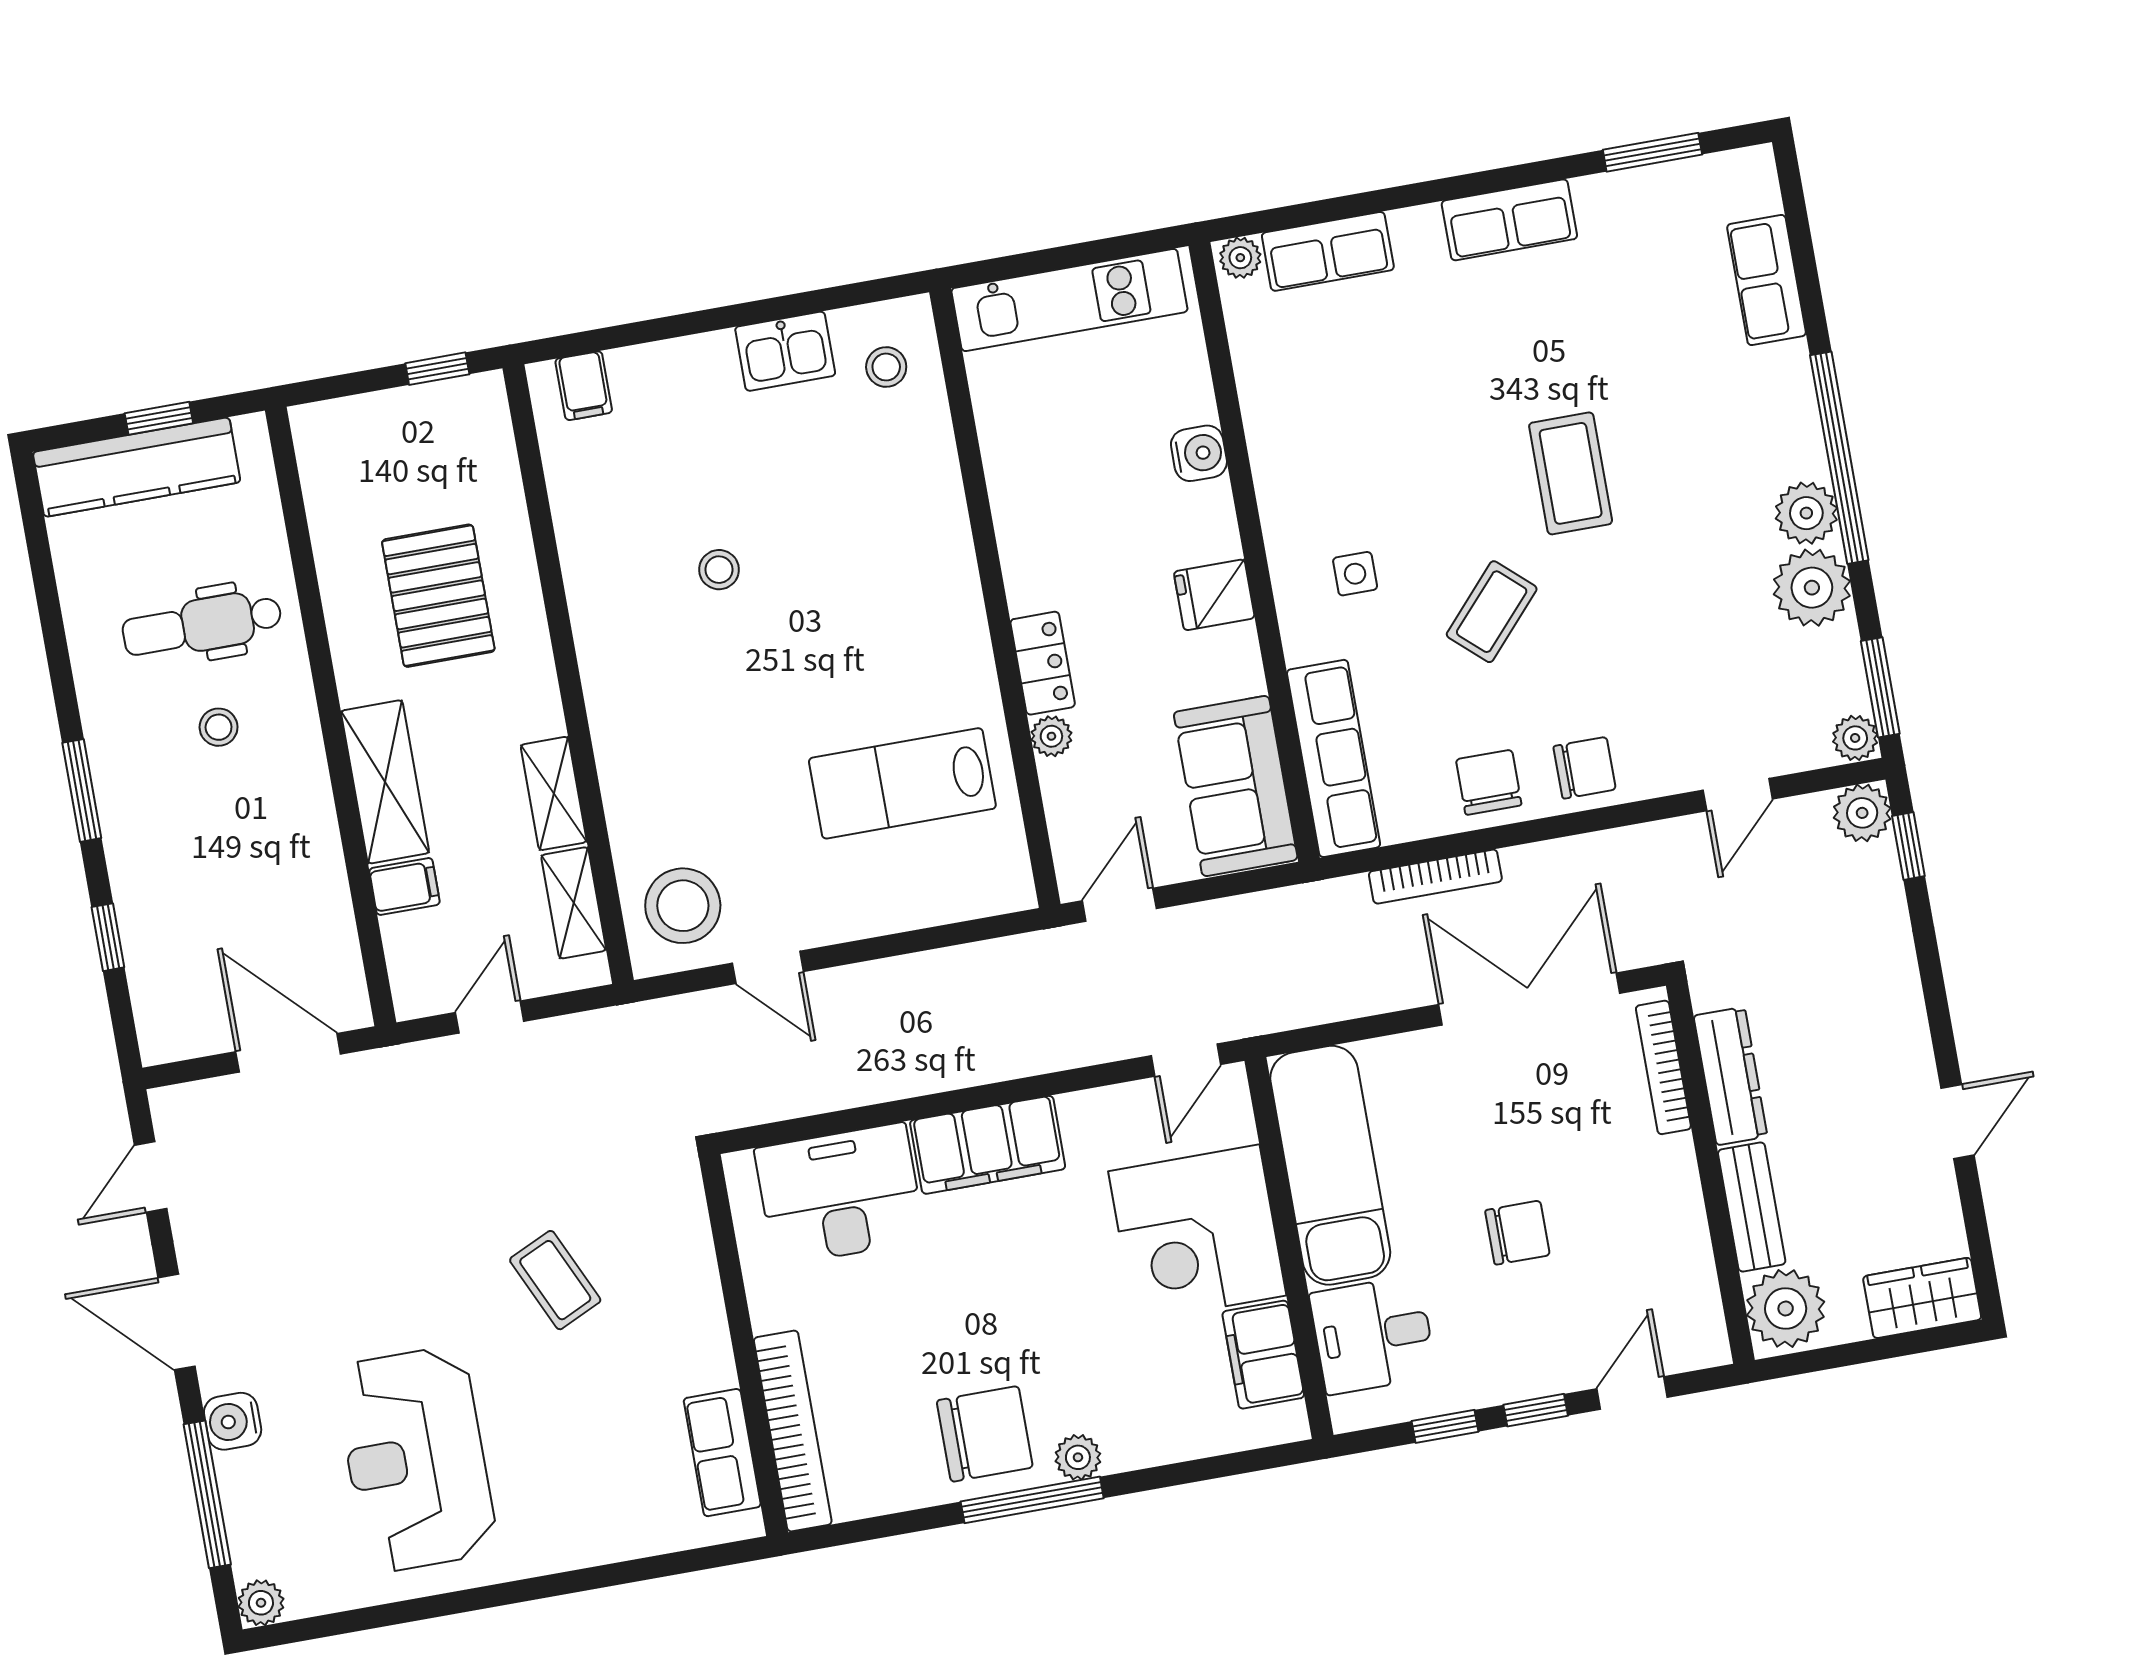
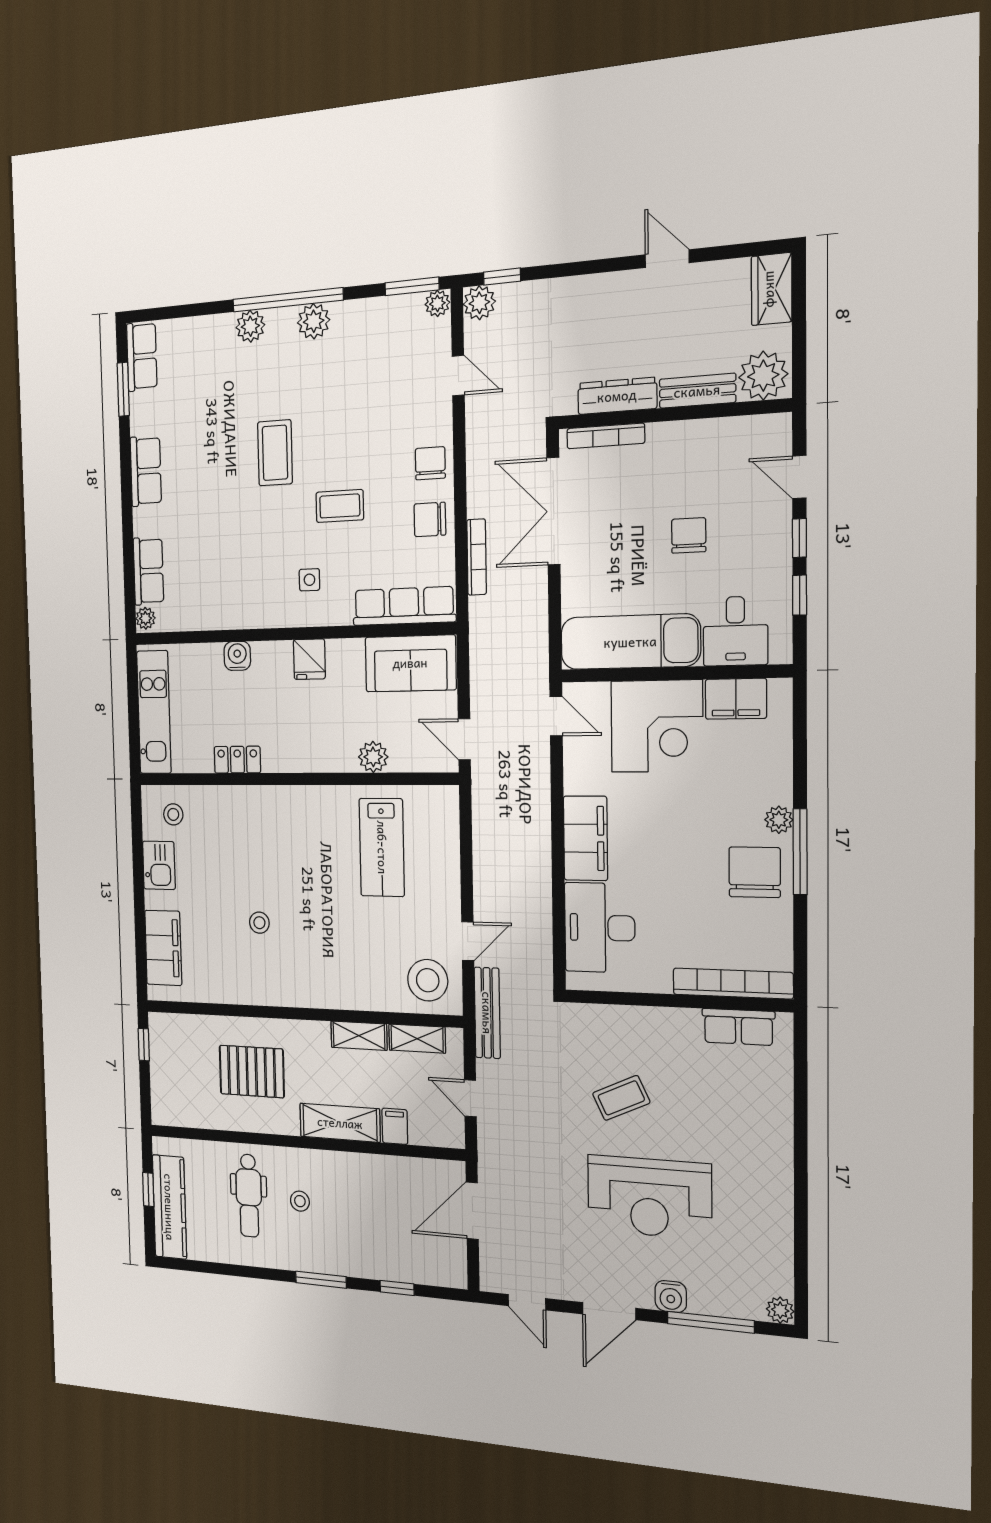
row of seats: (1767, 280) -> (142, 356), moved, turned -90
filing cabinet: (584, 386) -> (163, 948), width x3.00, depth x1.17
coffee table: (1571, 473) -> (275, 453), turned 90
plant: (1812, 588) -> (250, 326), moved, width x0.73, depth x0.73
coffee table: (1492, 612) -> (340, 506), turned -42
locker: (1043, 663) -> (237, 760), moved
plant: (1051, 736) -> (373, 757), width x1.38, depth x1.38
bench: (649, 1023) -> (487, 1013), added
reception desk: (416, 1459) -> (649, 1197), moved

